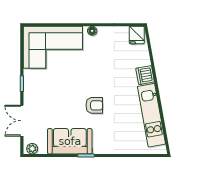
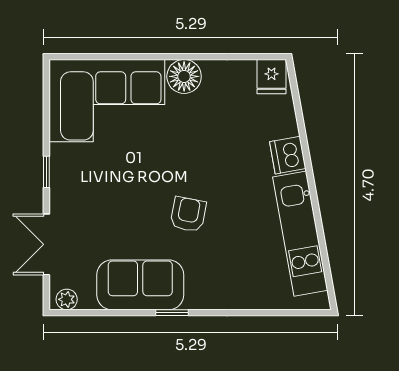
floor lamp: (92, 31) -> (184, 76), width x1.89, depth x1.89
armchair: (94, 105) -> (188, 214), turned -79

